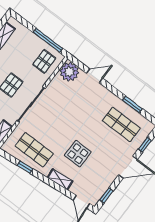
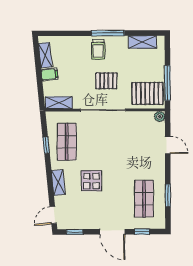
pallet: (44, 61) -> (147, 93), width x1.50, depth x1.42
plant: (69, 72) -> (160, 116), width x0.53, depth x0.53

